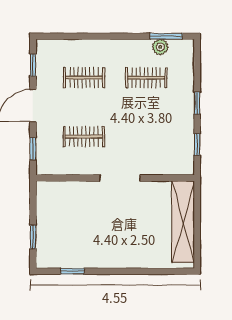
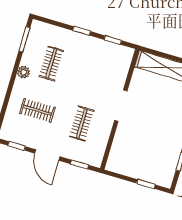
plant: (160, 47) -> (24, 72), moved
clothes rail: (84, 78) -> (37, 110), turned 90

